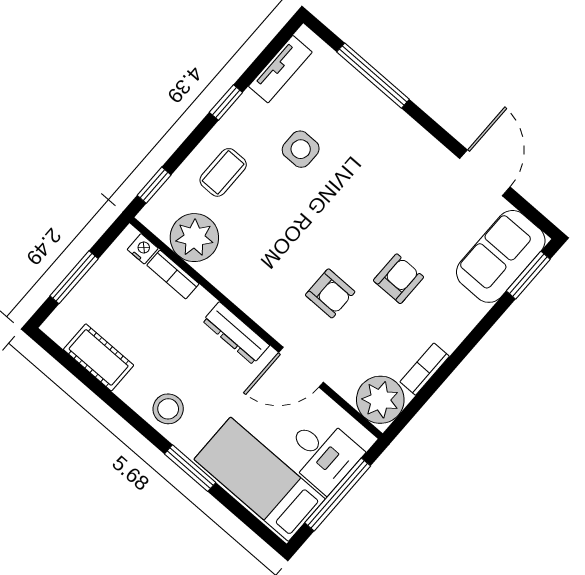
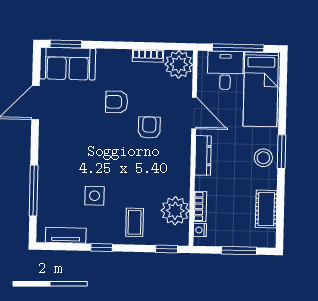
coffee table: (223, 172) -> (135, 222), turned 90
window: (190, 468) -> (281, 152), moved

